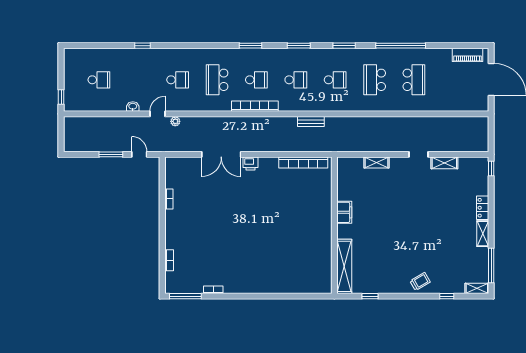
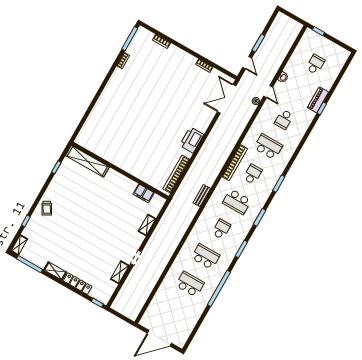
piano: (468, 55) -> (318, 100), moved
school desk: (99, 80) -> (315, 64), turned 180
school desk: (256, 80) -> (253, 174), turned 180
school desk: (296, 80) -> (237, 202), width x1.85
school desk: (335, 80) -> (221, 229), turned 180
school desk: (414, 80) -> (190, 284), turned 180
door: (139, 154) -> (247, 63), hinge flipped
double door: (221, 154) -> (227, 99), moved
printer: (251, 164) -> (192, 140), width x1.87, depth x1.48
locker: (483, 208) -> (78, 284), width x1.53
filing cabinet: (344, 212) -> (144, 193), moved

